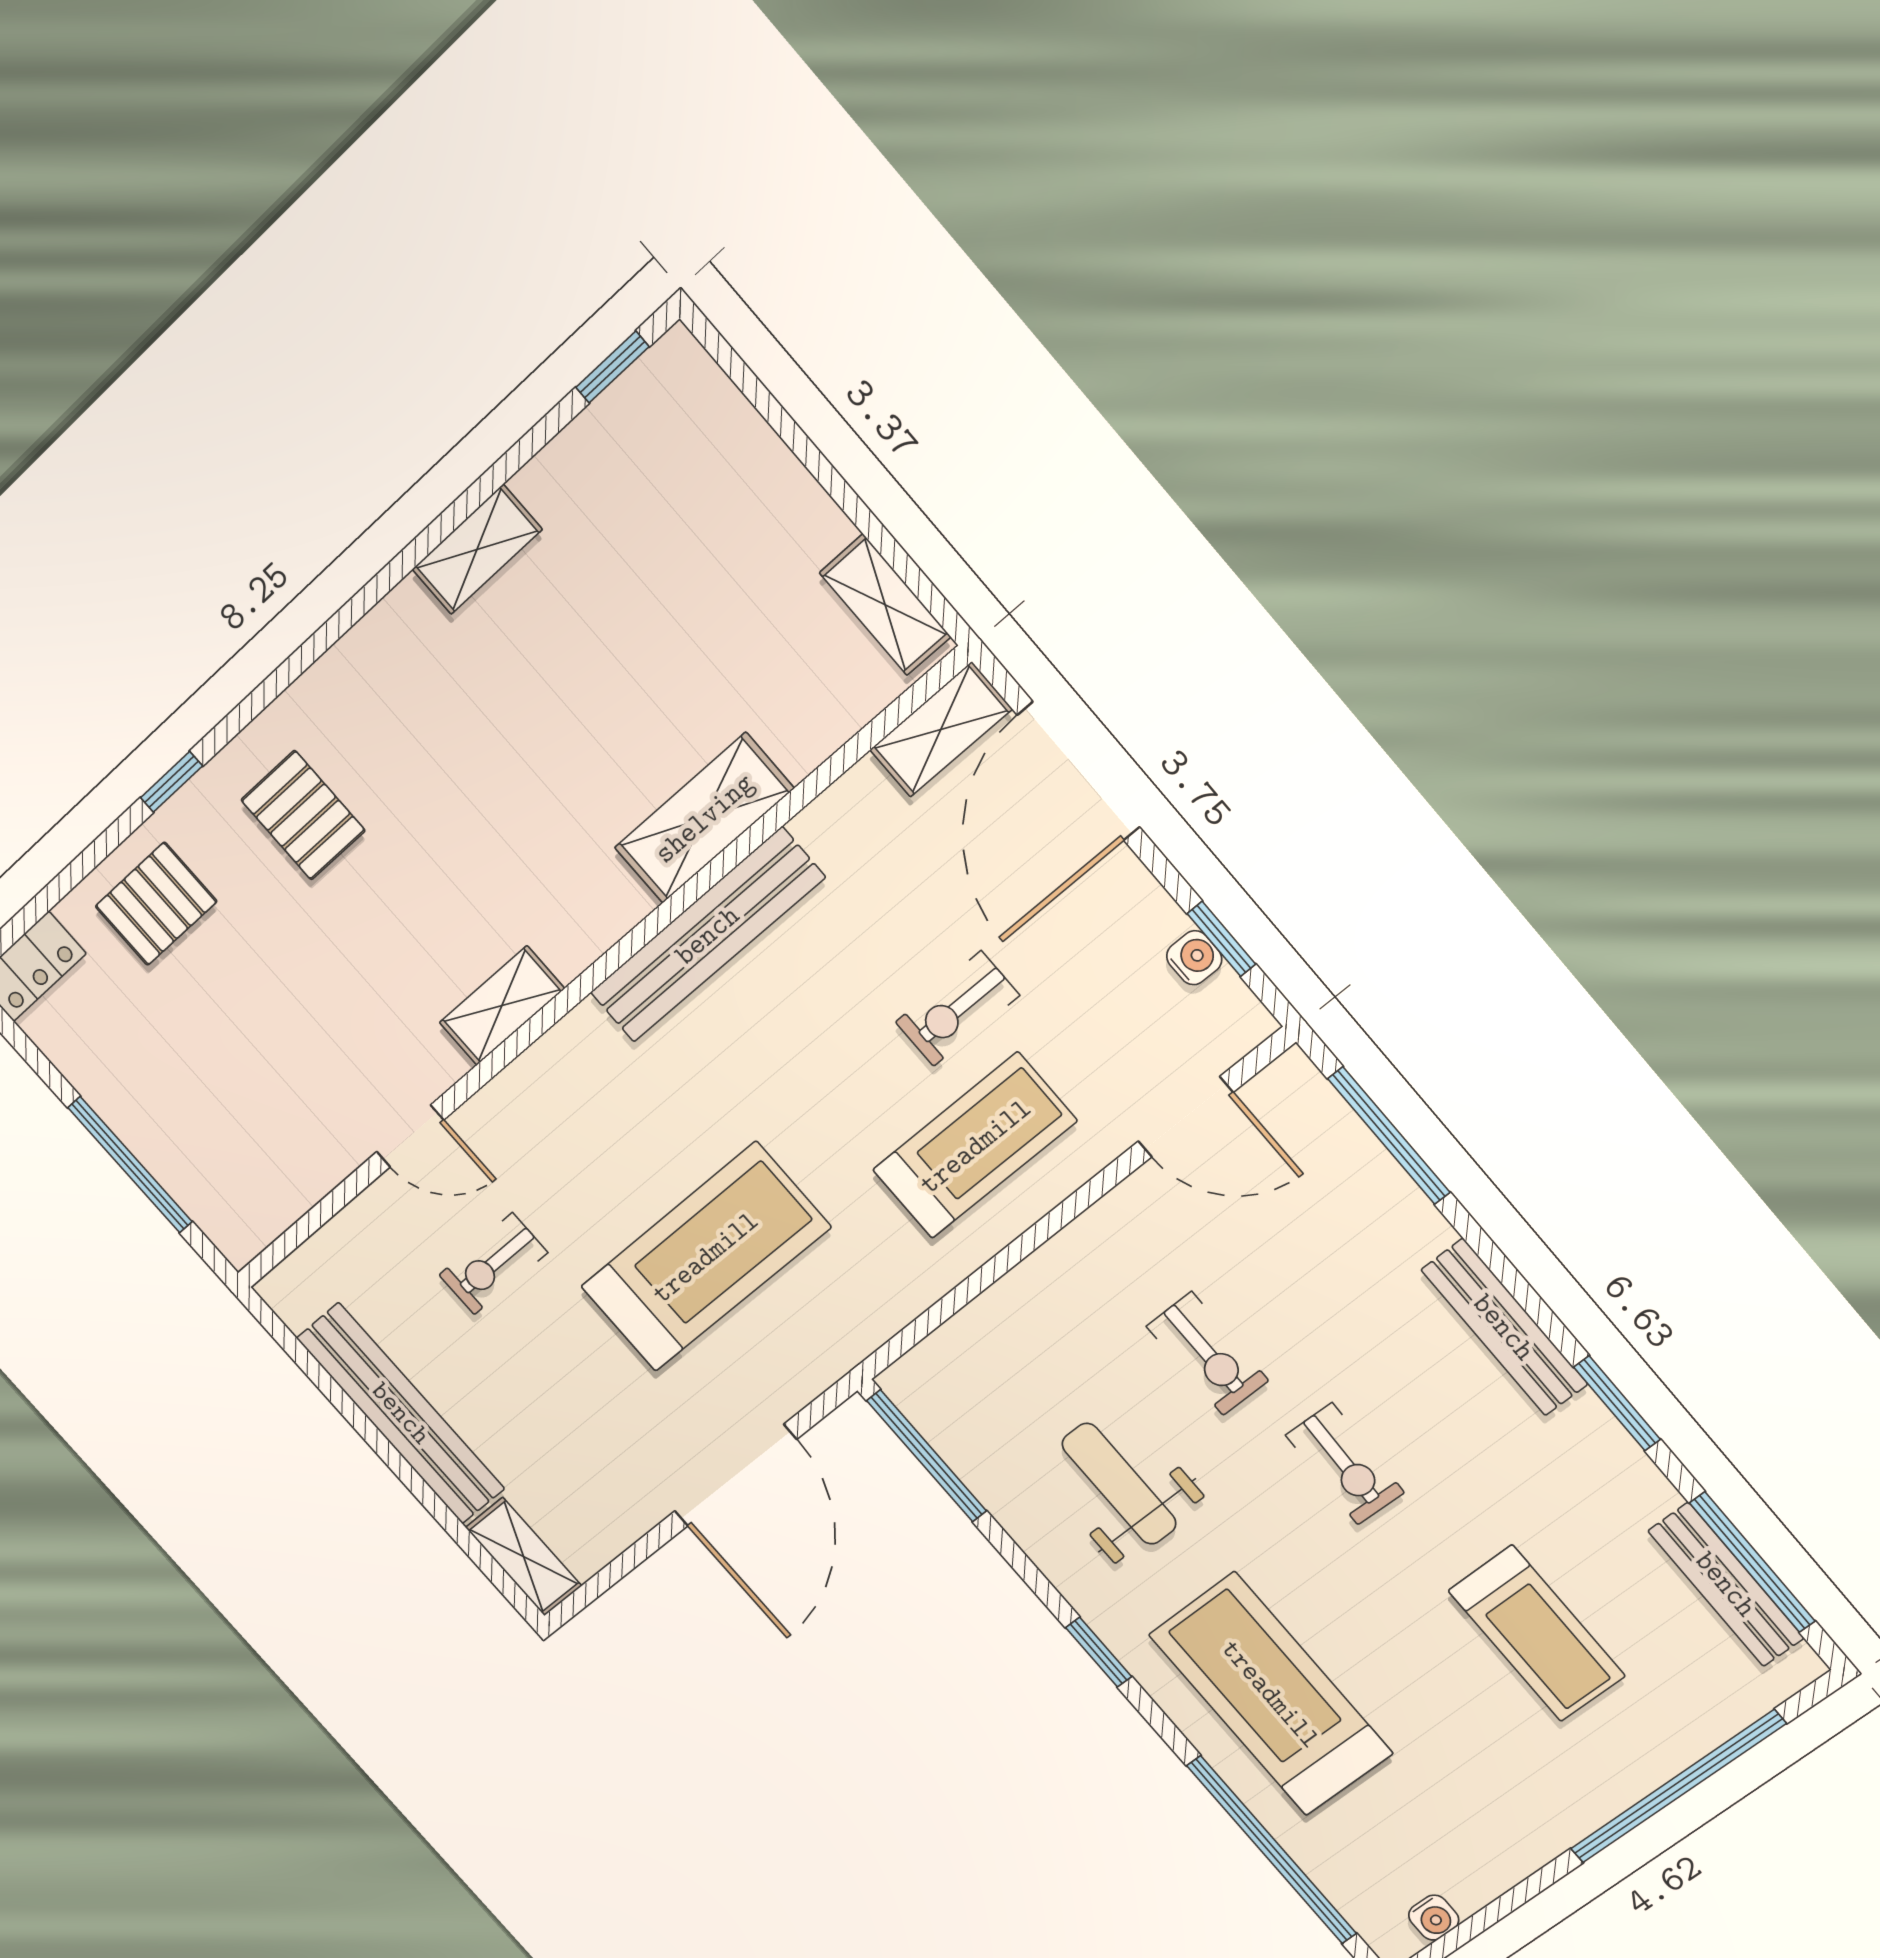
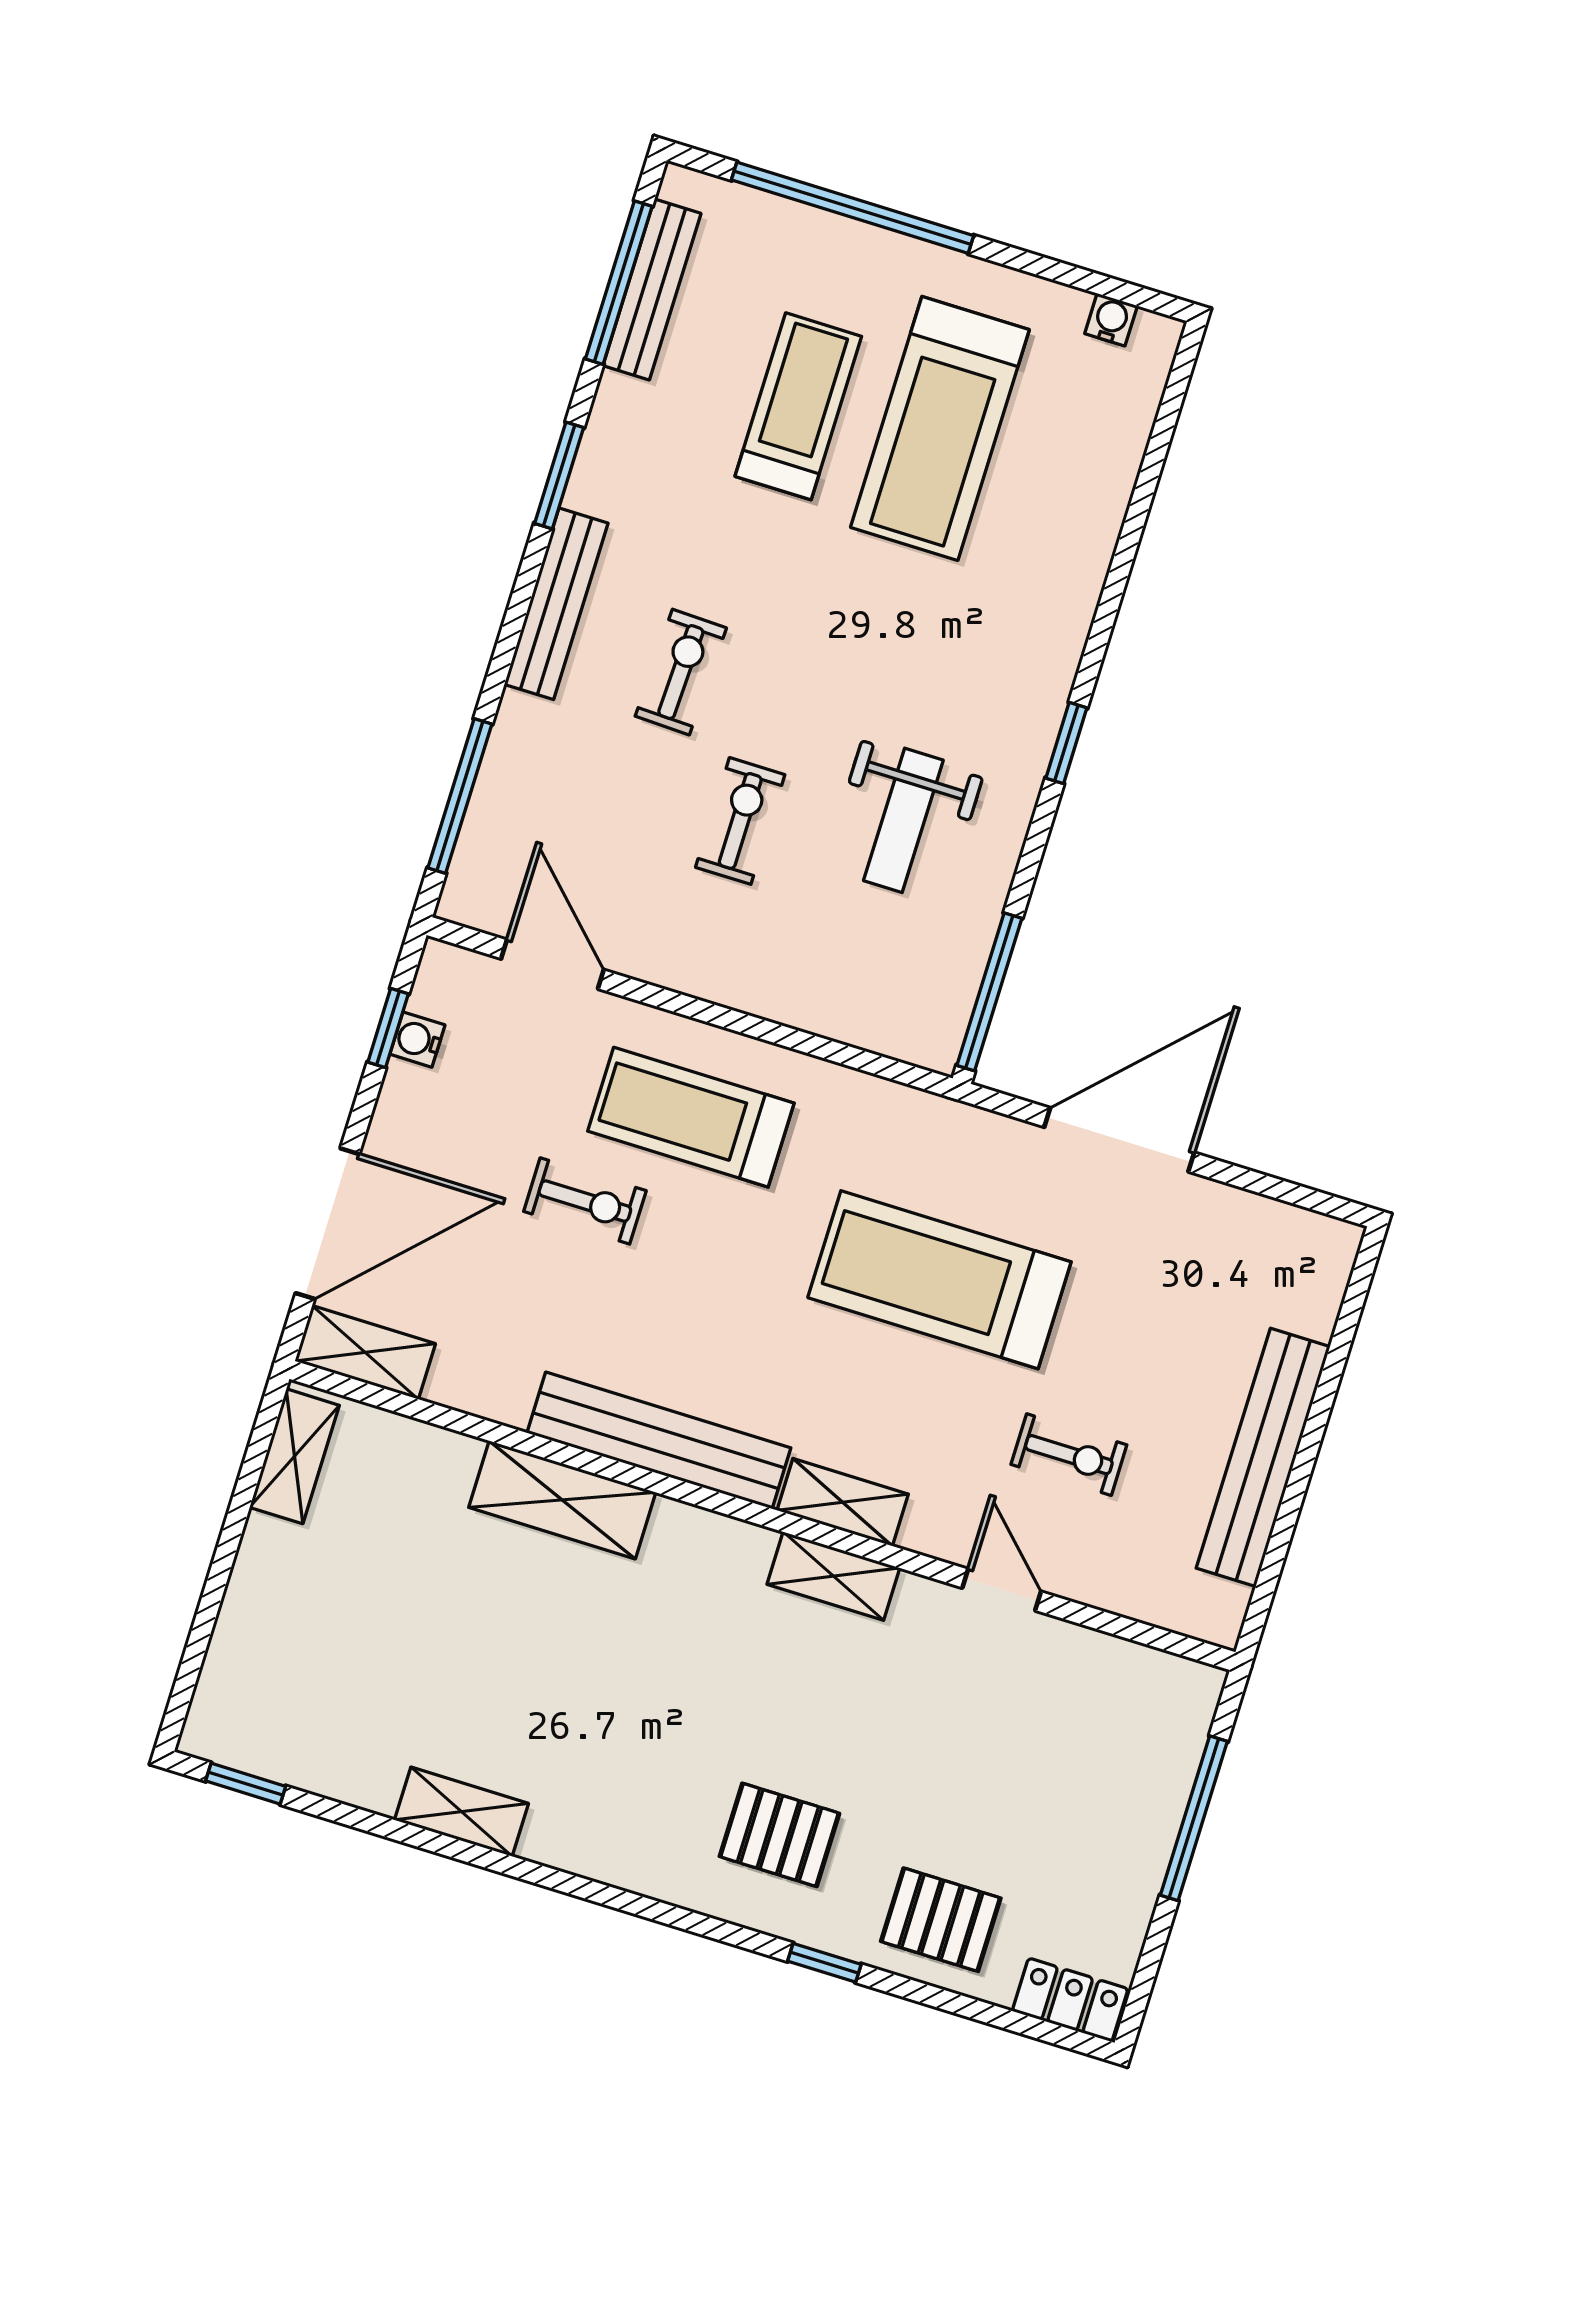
pallet: (303, 815) -> (779, 1835), turned 90
exercise bike: (1345, 1464) -> (681, 672), moved
shelving: (524, 1557) -> (843, 1502), moved, turned 90
treadmill: (1271, 1694) -> (940, 428), moved
window: (1272, 1850) -> (1145, 489), removed

